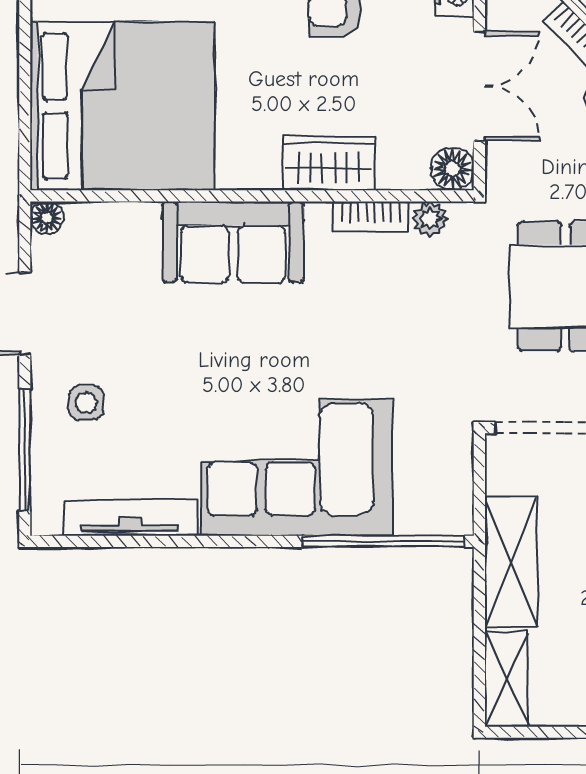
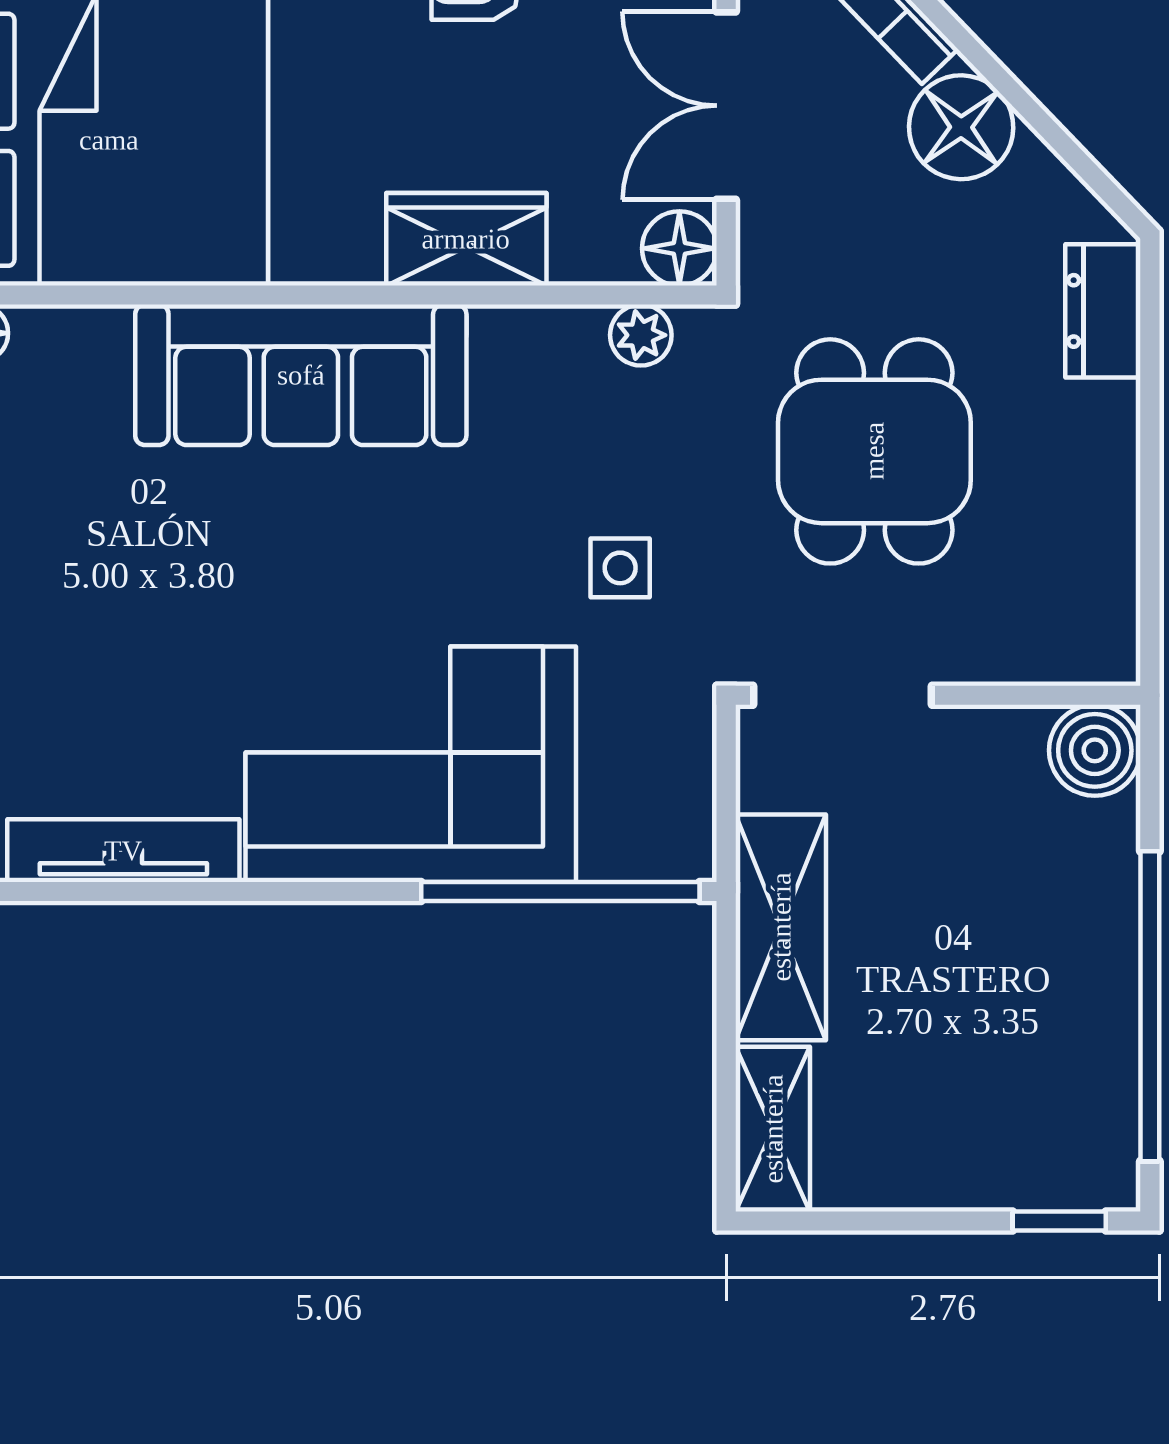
double door: (479, 86) -> (726, 106), swing flipped
bookcase: (371, 217) -> (538, 331), removed
sofa: (233, 242) -> (301, 375), width x1.36
side table: (86, 403) -> (620, 568), moved

